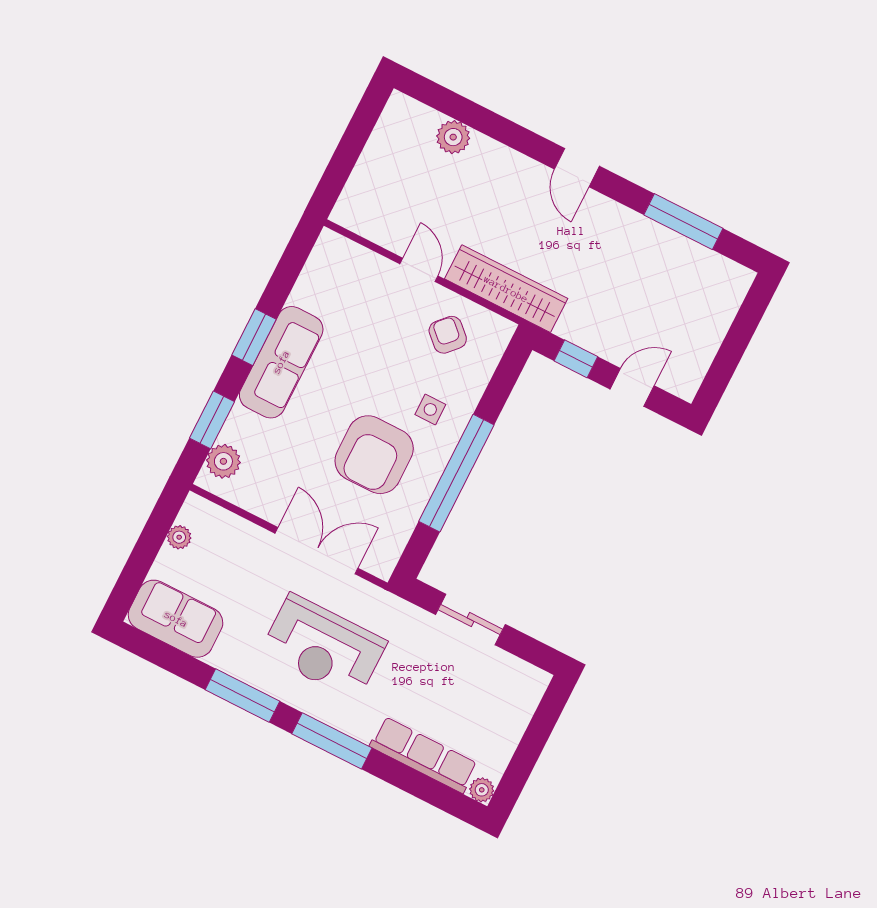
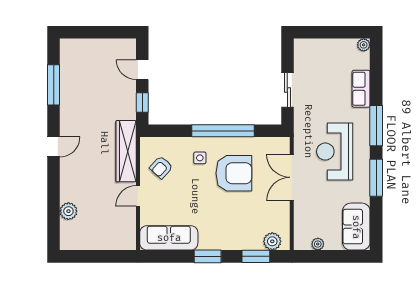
sofa: (281, 362) -> (169, 238), moved
reception desk: (323, 647) -> (335, 152), turned 180
row of seats: (424, 755) -> (361, 89), width x0.68

